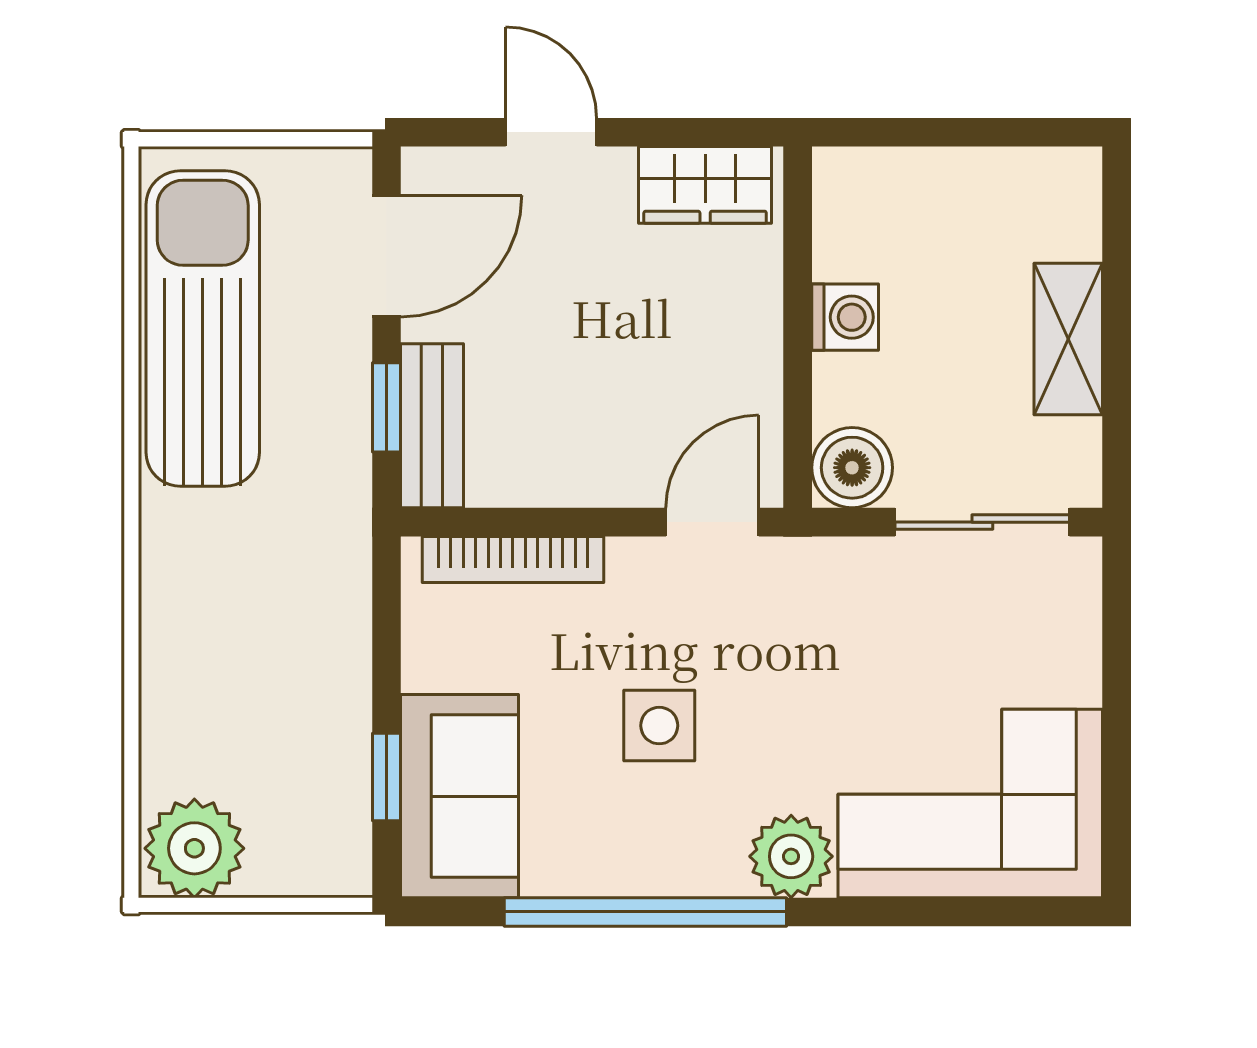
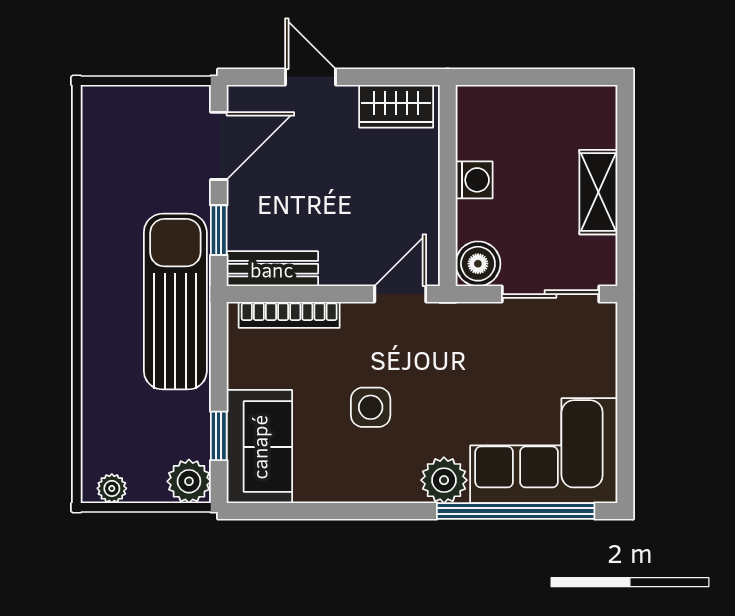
sun lounger: (203, 329) -> (175, 302), moved
bench: (432, 426) -> (272, 269), moved, turned 90
plant: (194, 848) -> (112, 488), width x0.53, depth x0.53
plant: (333, 858) -> (189, 481), added
window: (645, 912) -> (516, 511), moved

